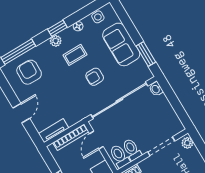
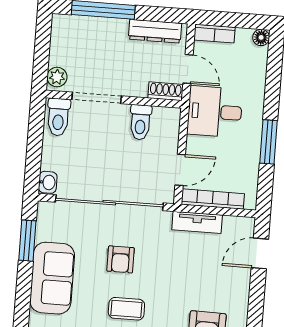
armchair: (95, 77) -> (121, 259), turned 90
door: (21, 113) -> (260, 253), moved
tv unit: (54, 131) -> (197, 222), moved
toilet: (119, 156) -> (58, 117), moved

